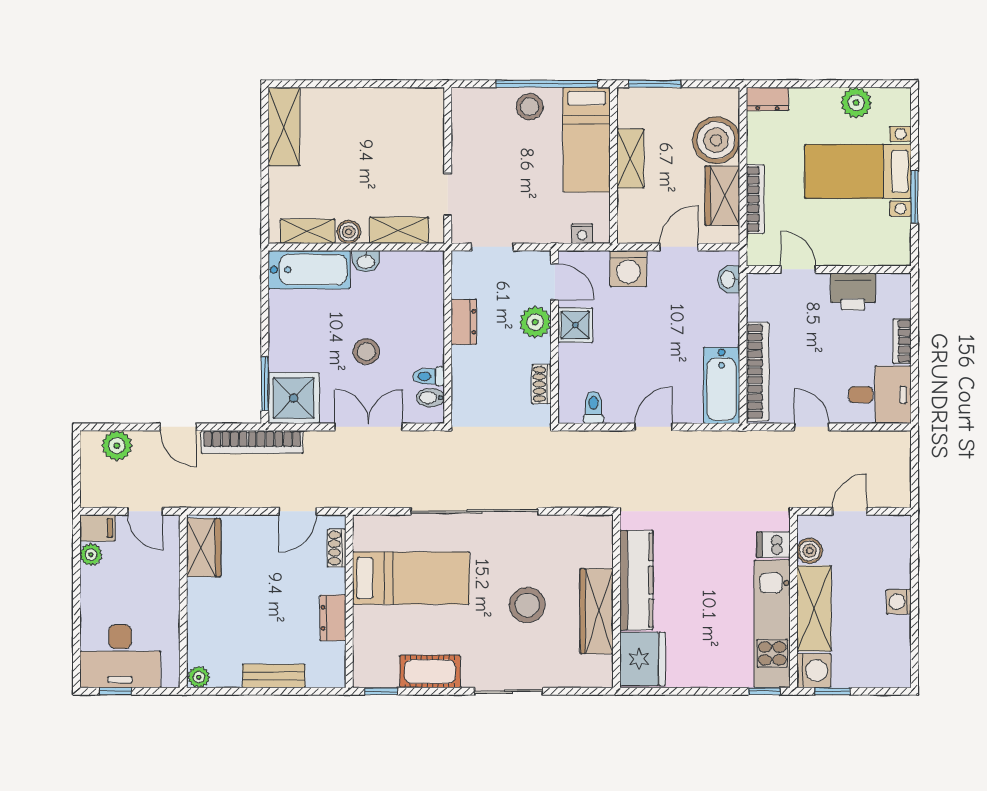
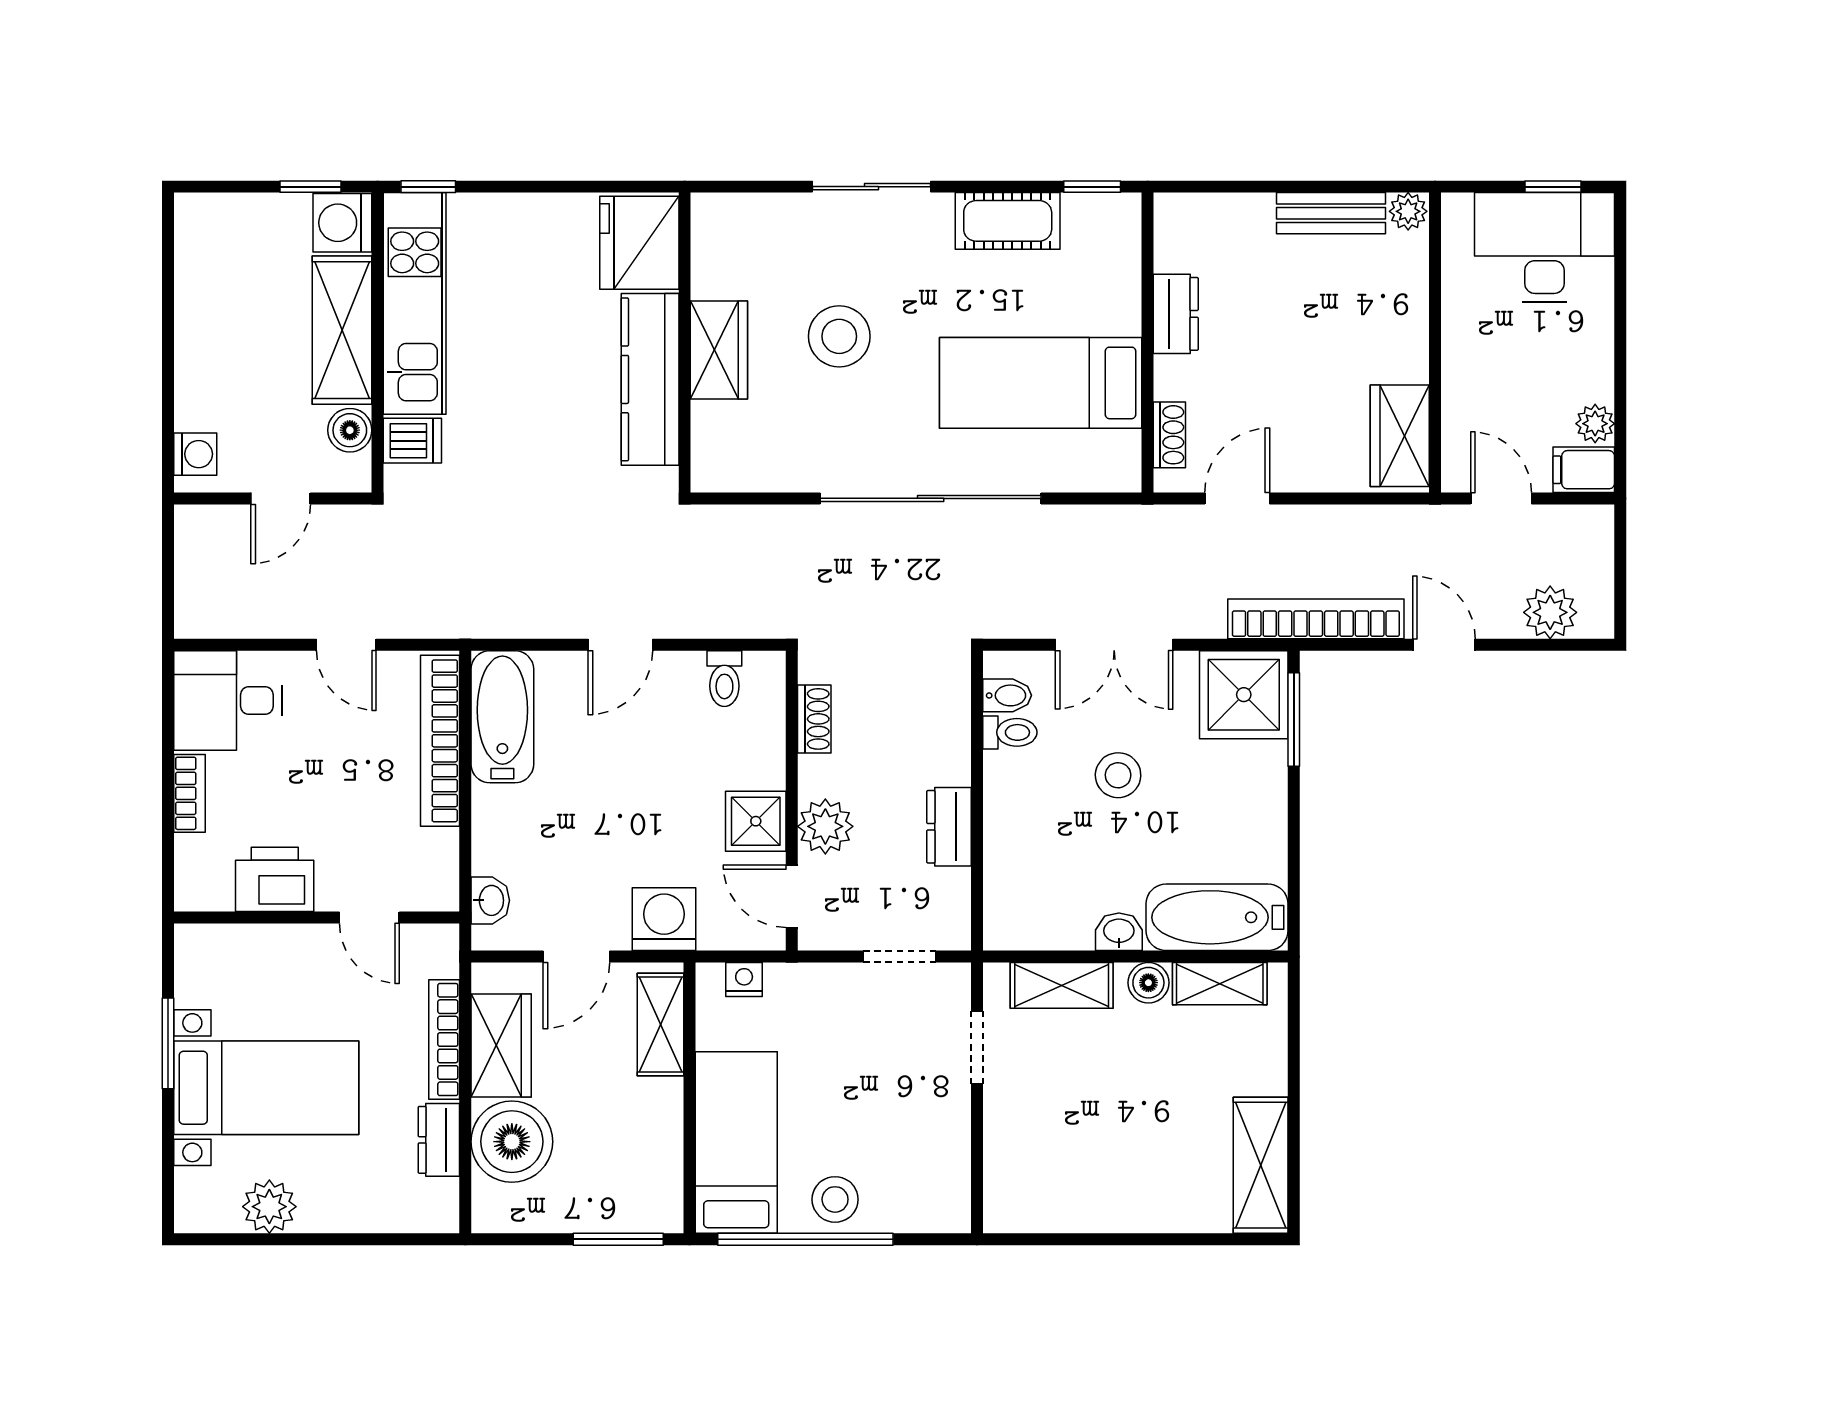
dresser: (767, 99) -> (439, 1140), moved, turned -90
shelving: (630, 158) -> (661, 1025), moved
washing machine: (899, 602) -> (195, 454), moved
wardrobe: (597, 611) -> (719, 350), width x0.67
bench: (274, 676) -> (1331, 213), moved

